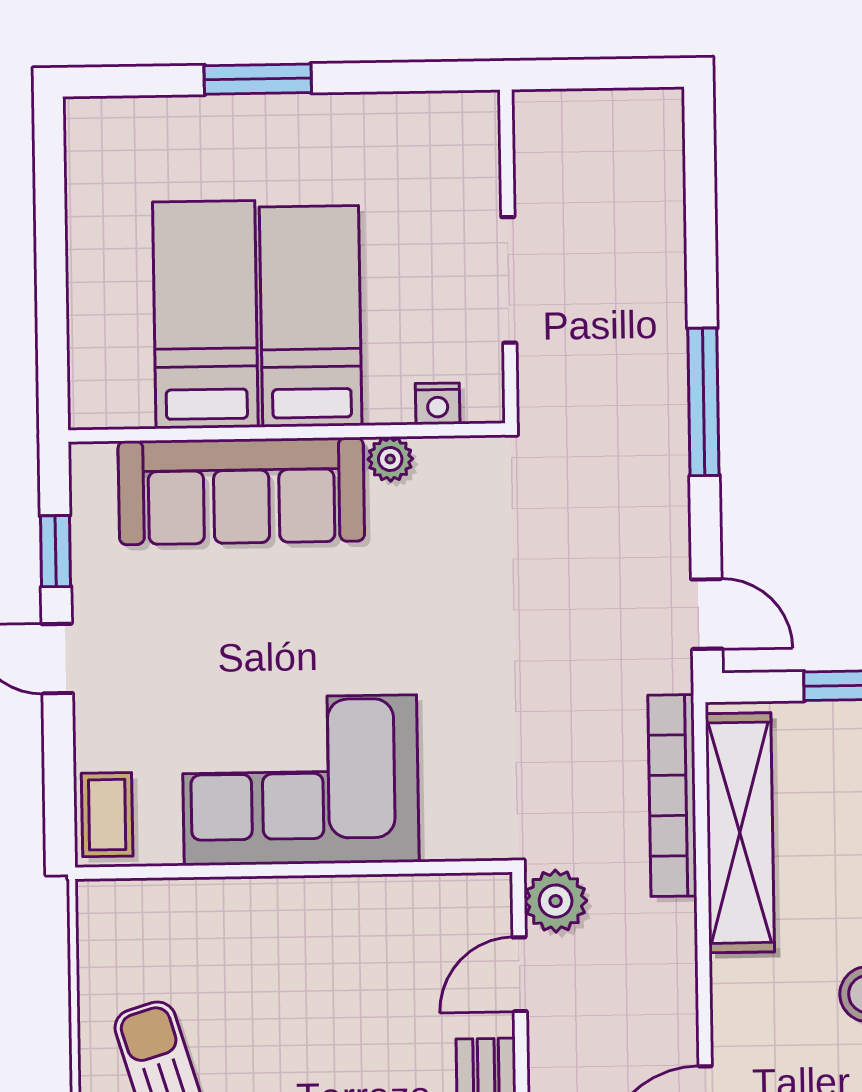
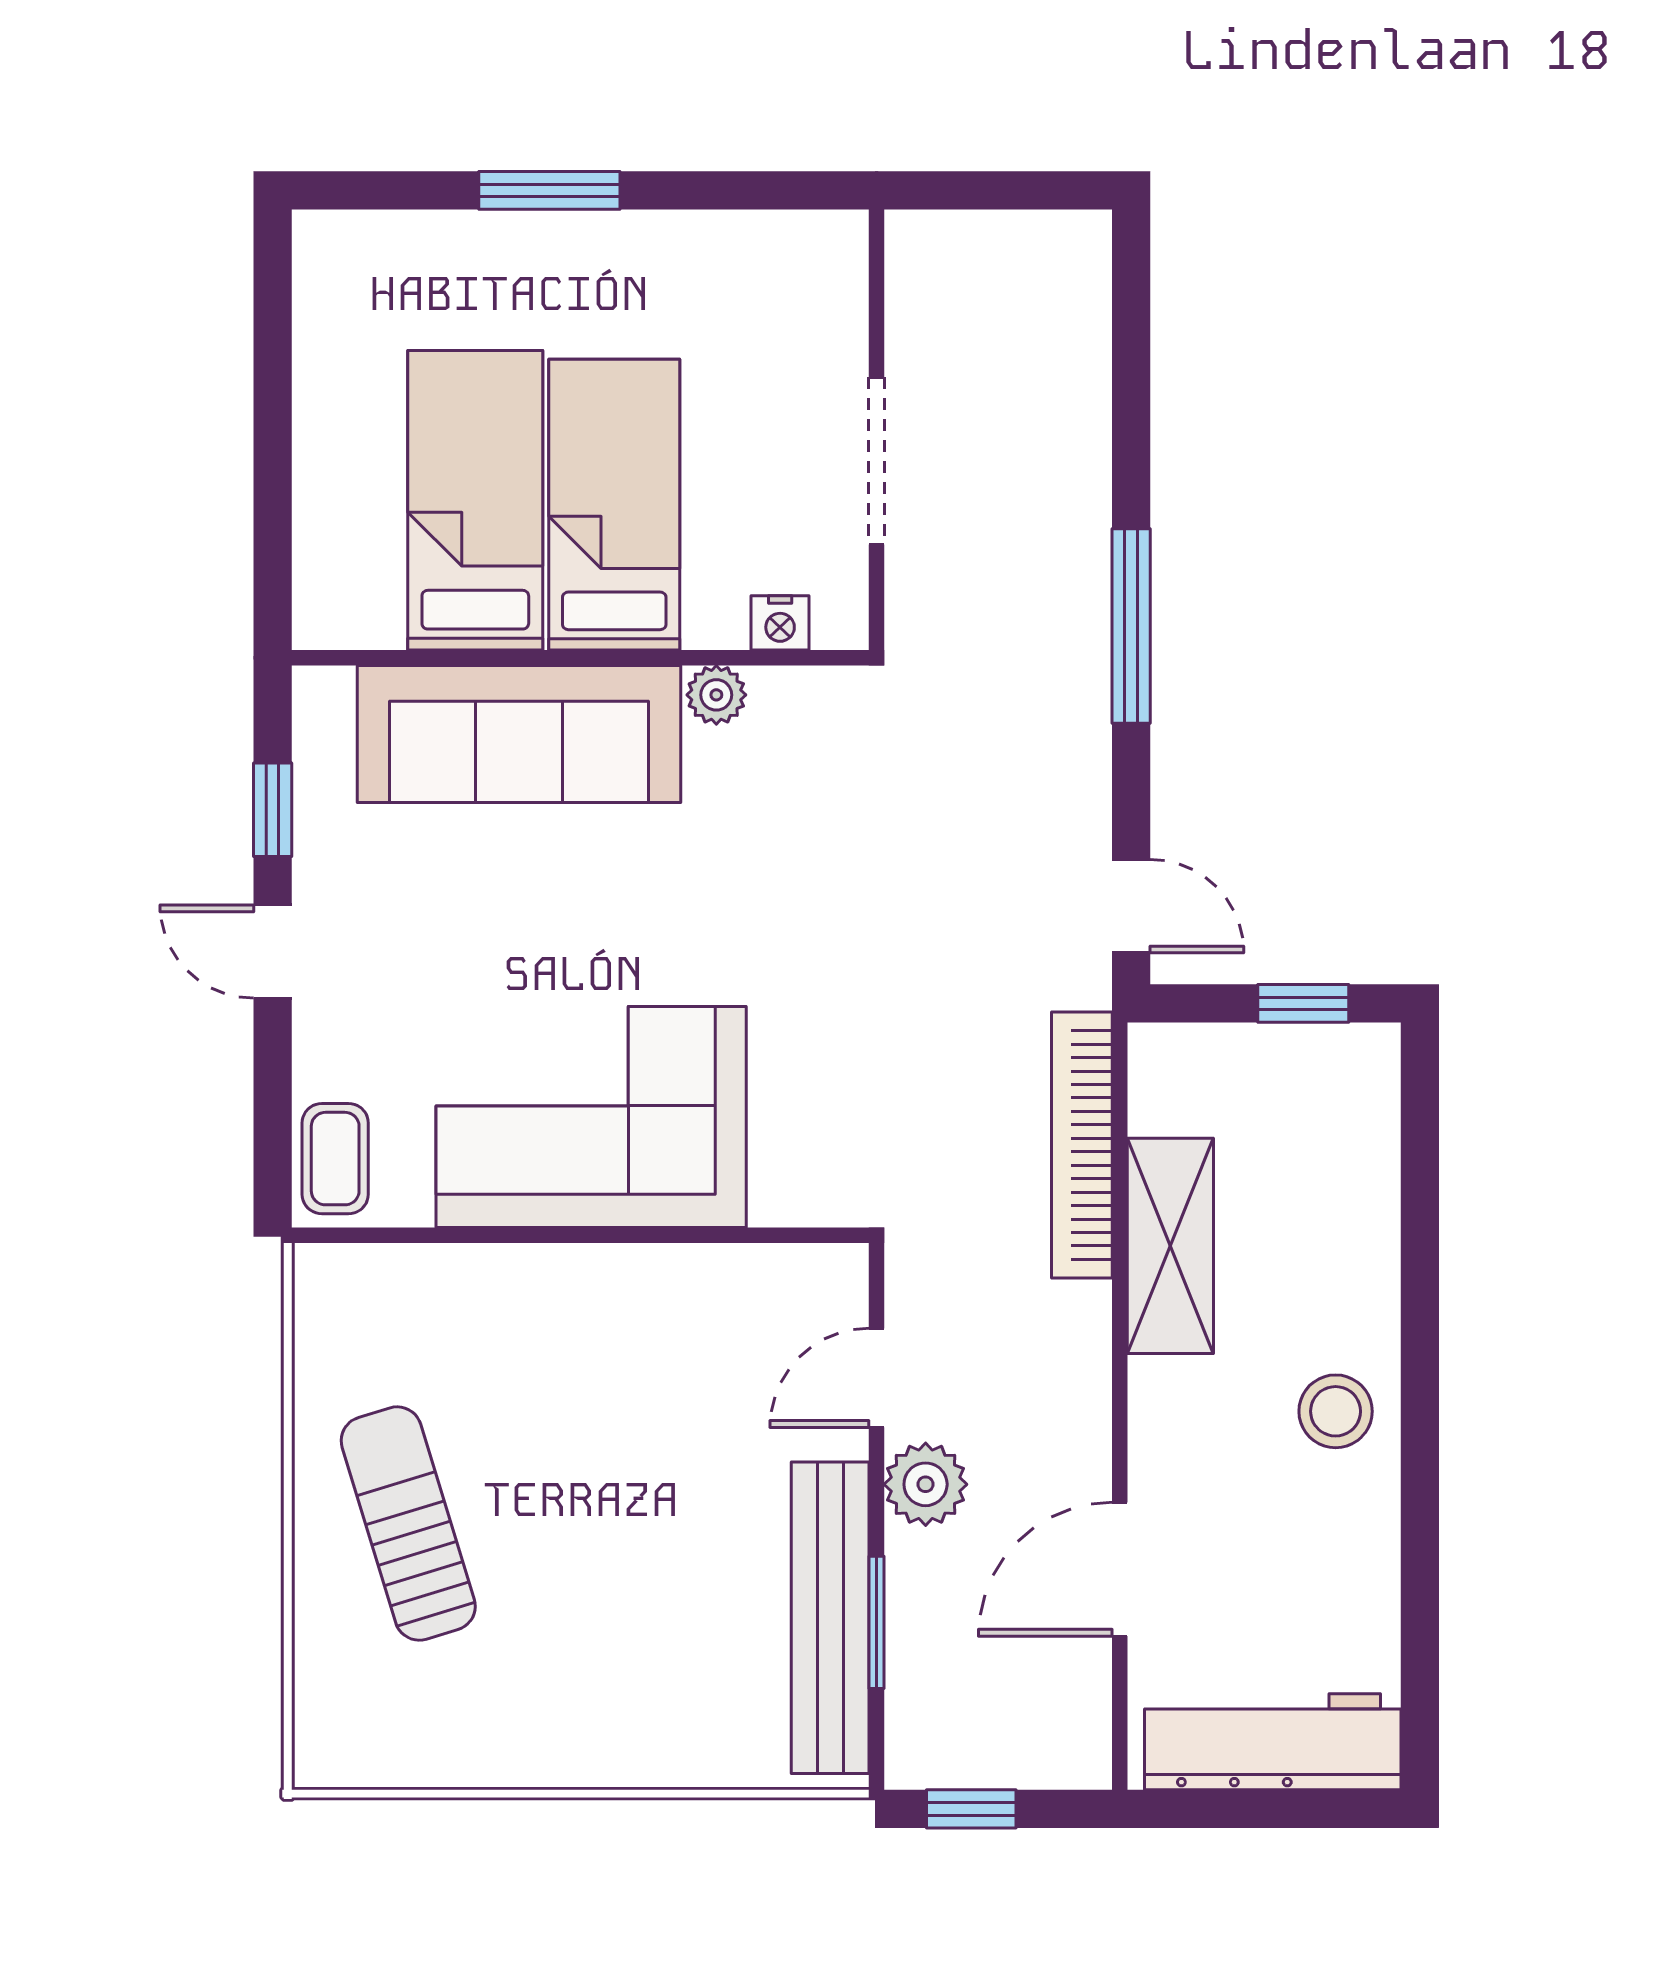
shelving: (740, 833) -> (1170, 1246), width x0.68
plant: (556, 901) -> (926, 1484), moved

